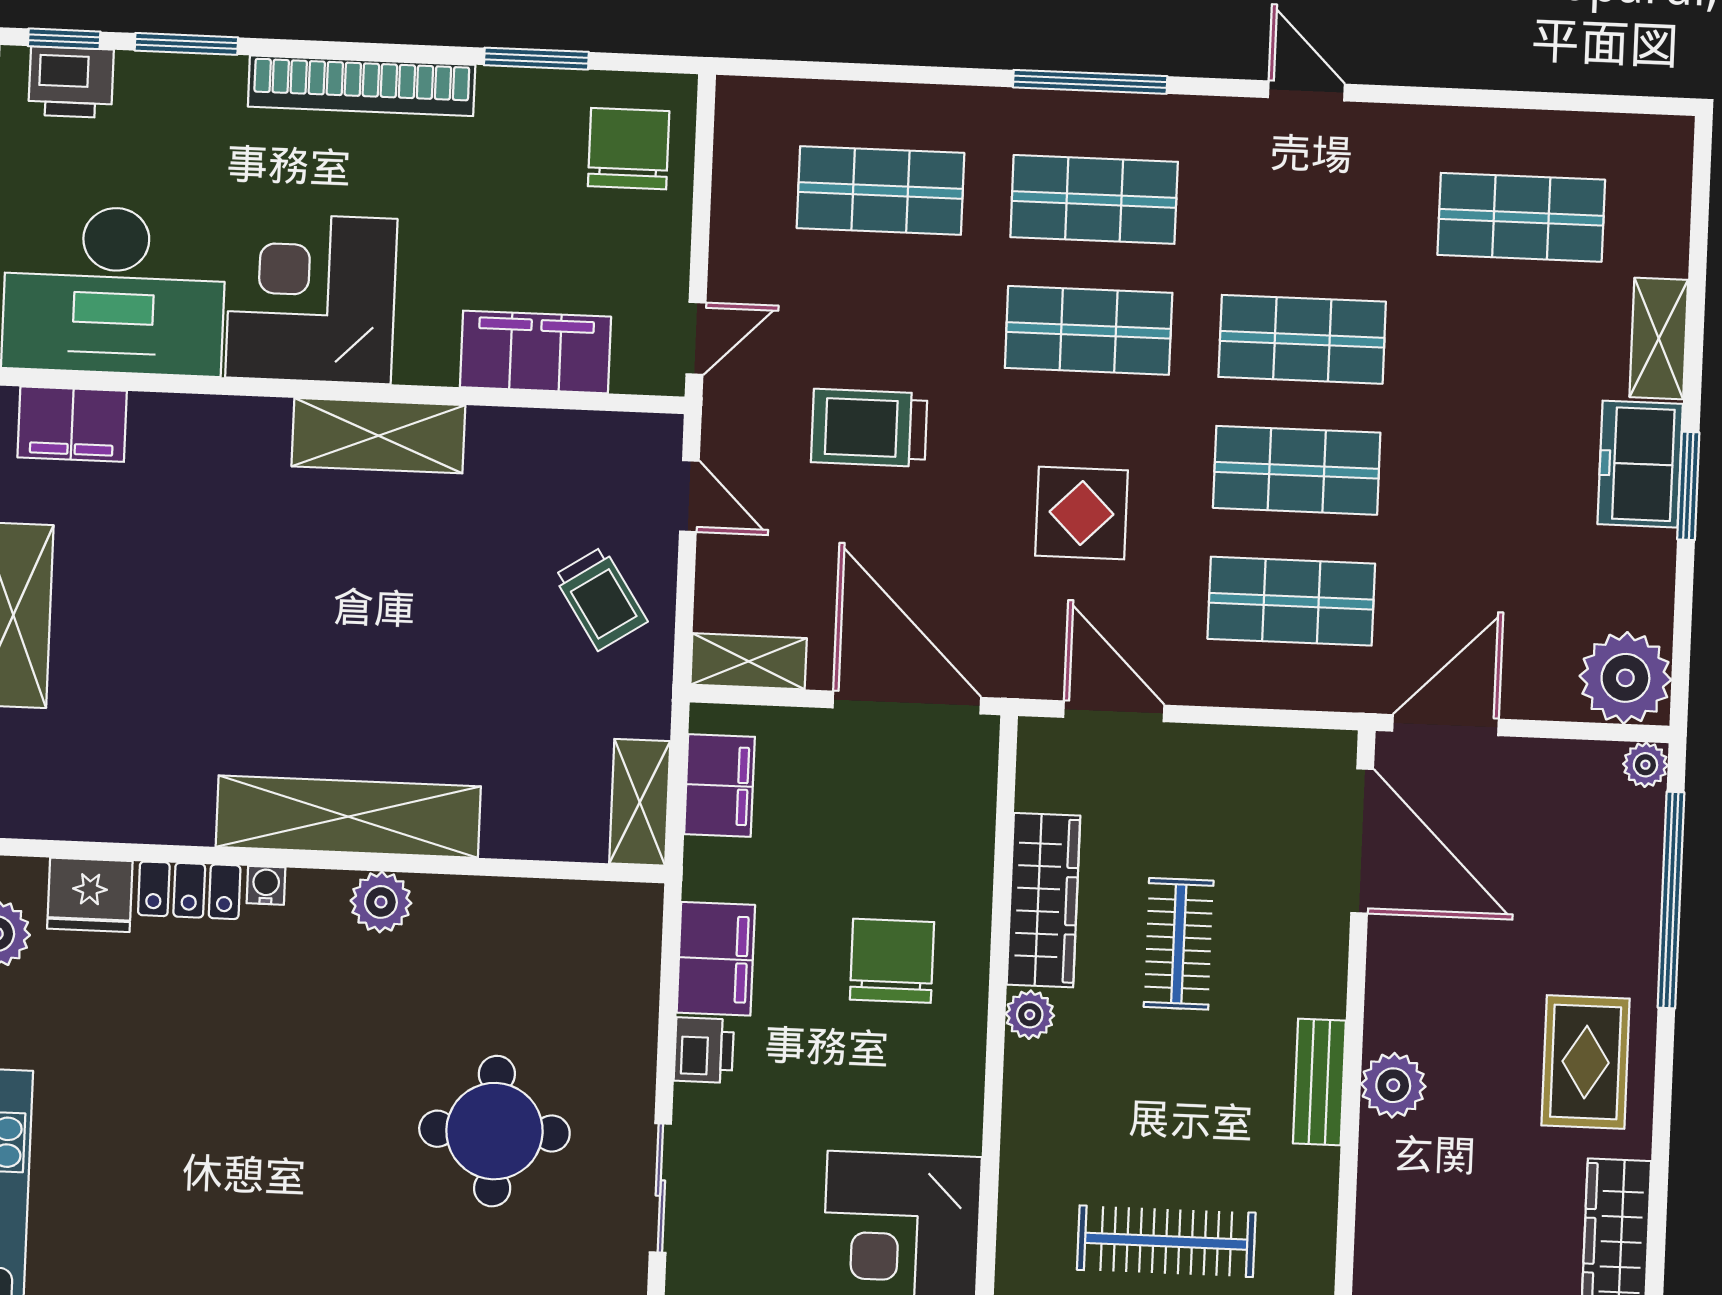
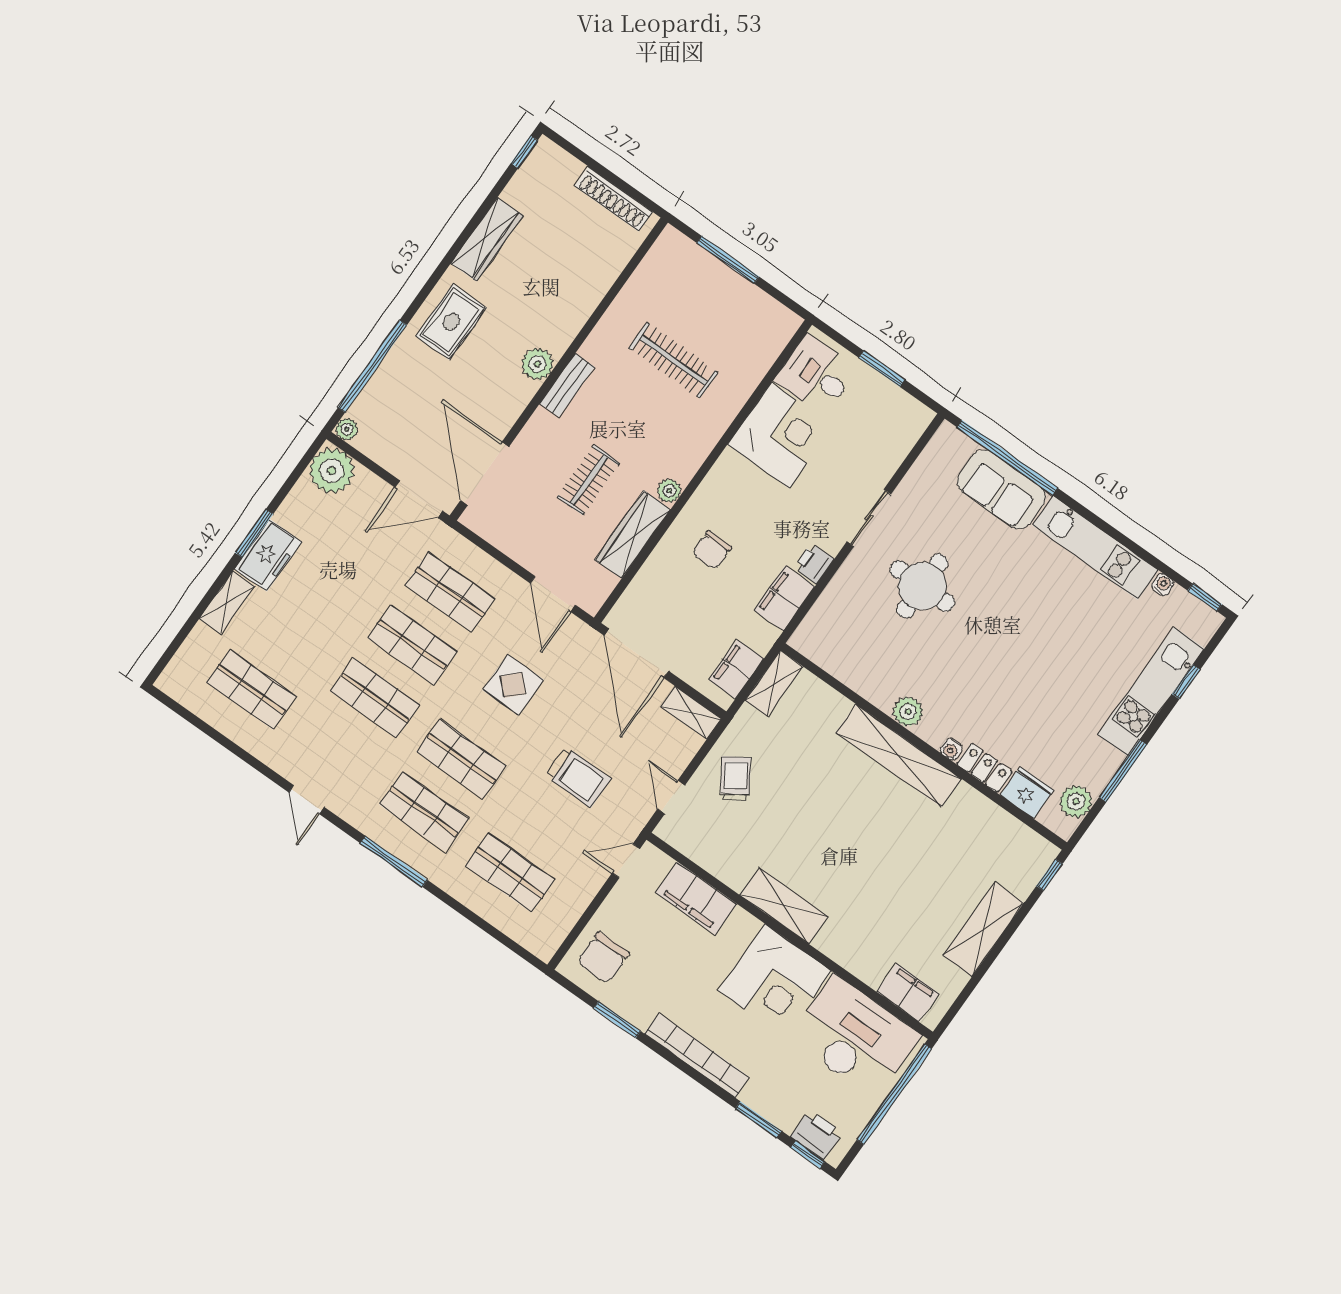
chair: (892, 961) -> (712, 550), width x0.73, depth x0.73

